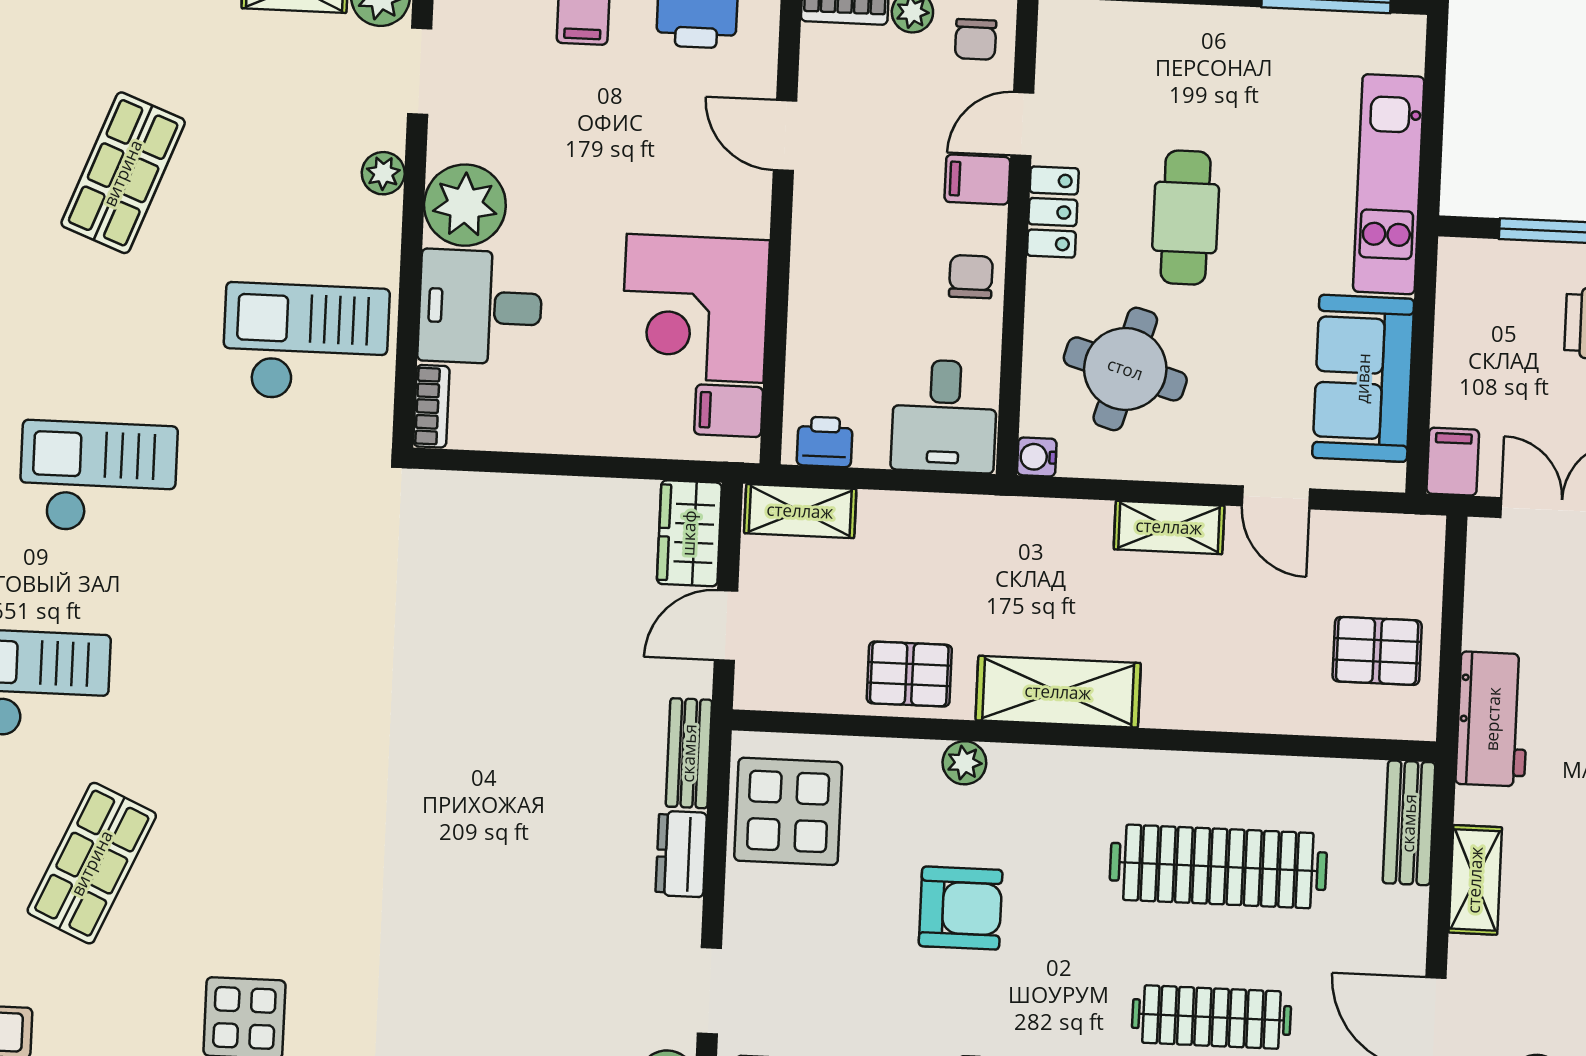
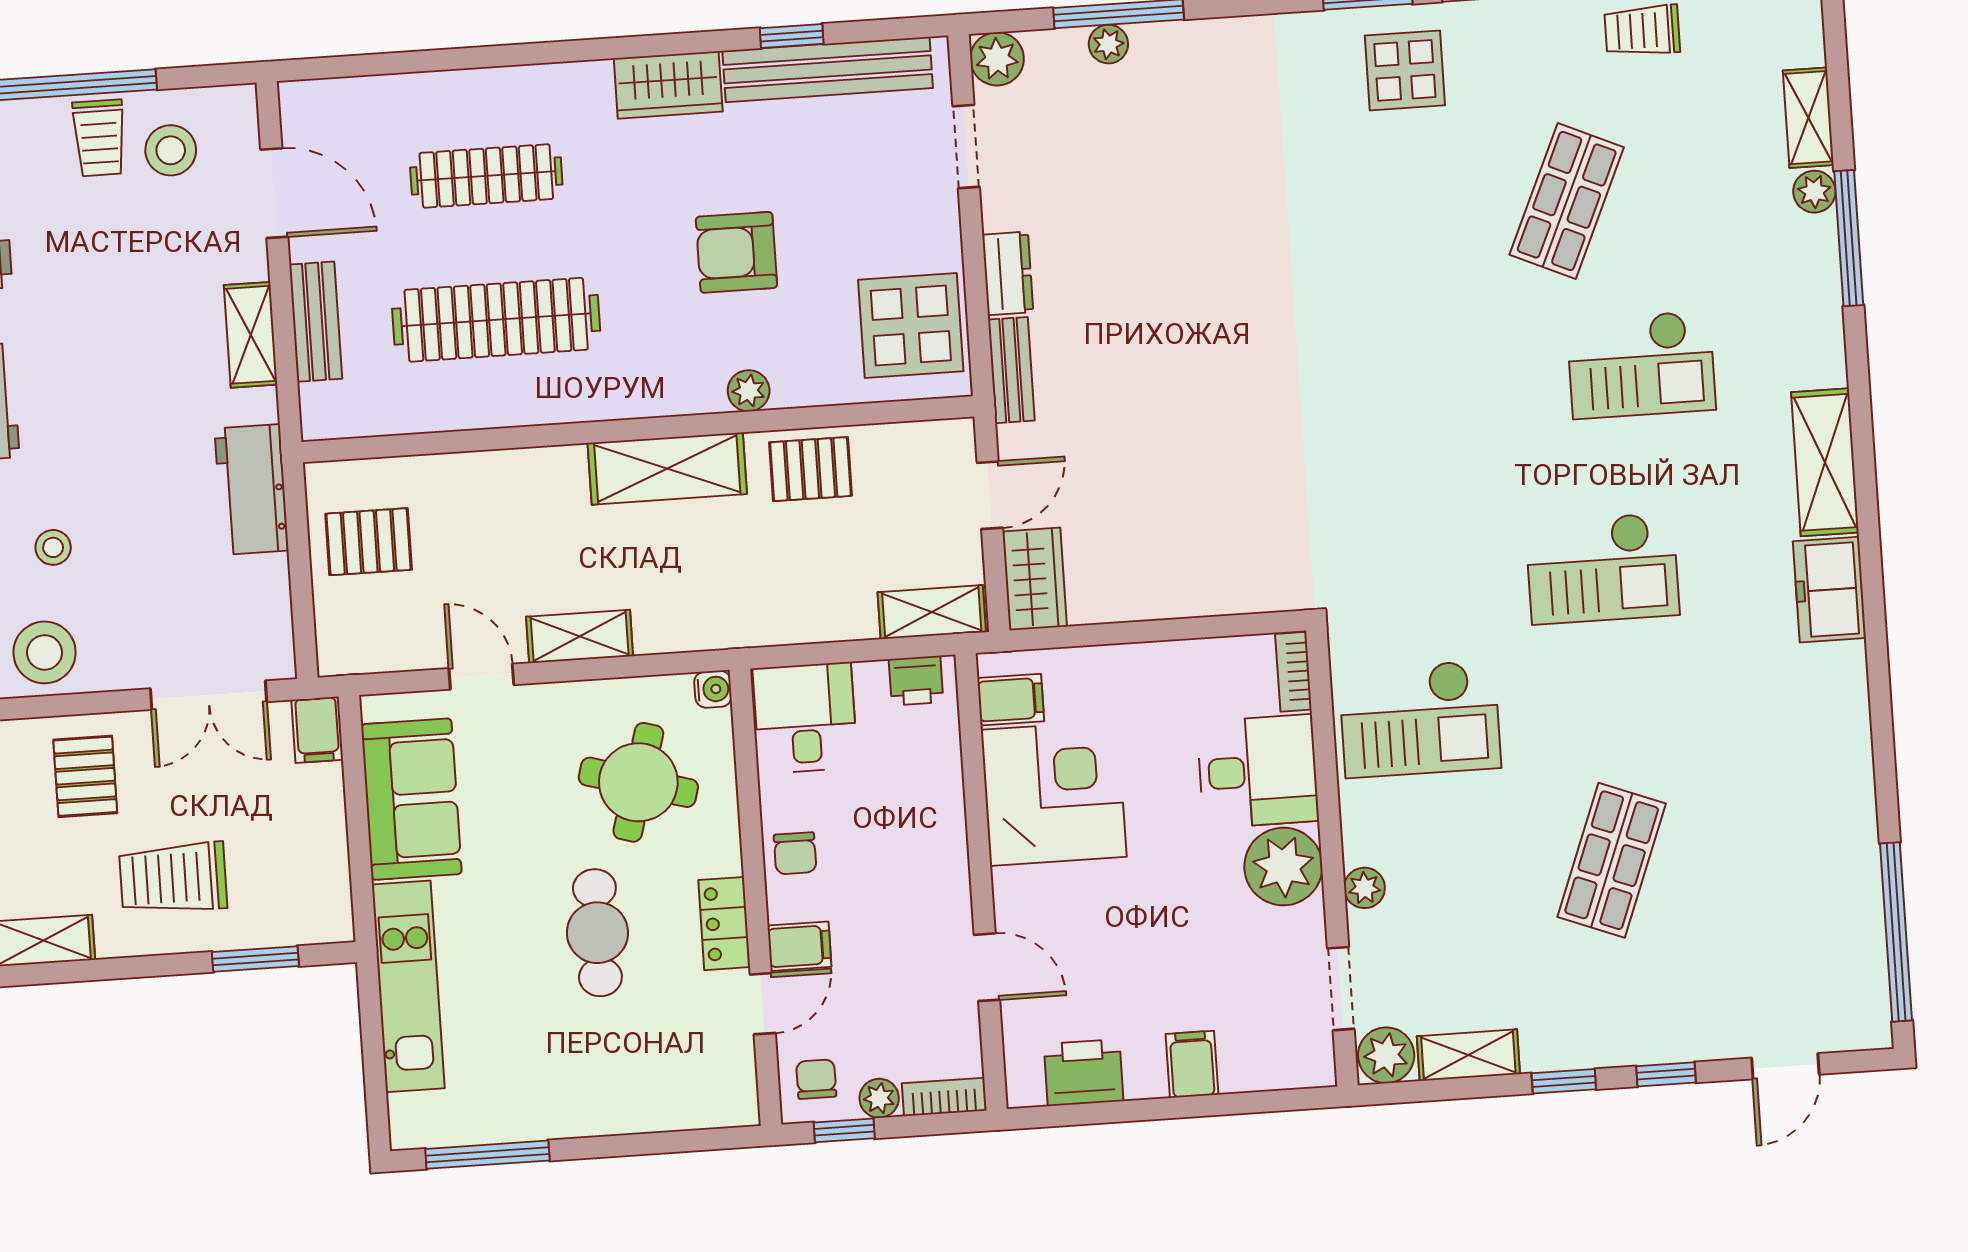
bench: (1409, 823) -> (316, 322), moved

